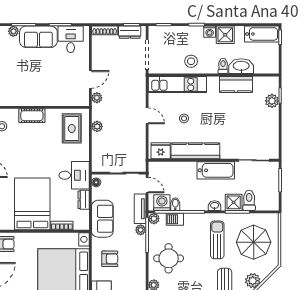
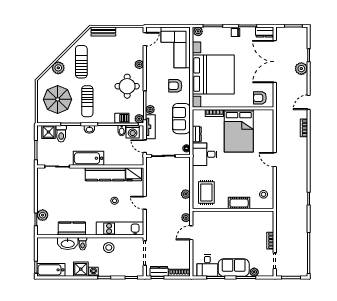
shower: (234, 202) -> (49, 132), moved

